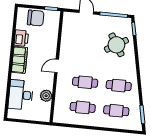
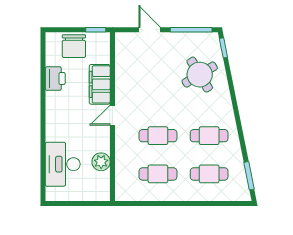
chair: (36, 18) -> (74, 46), turned 90
filing cabinet: (19, 60) -> (100, 84), moved, turned 180

